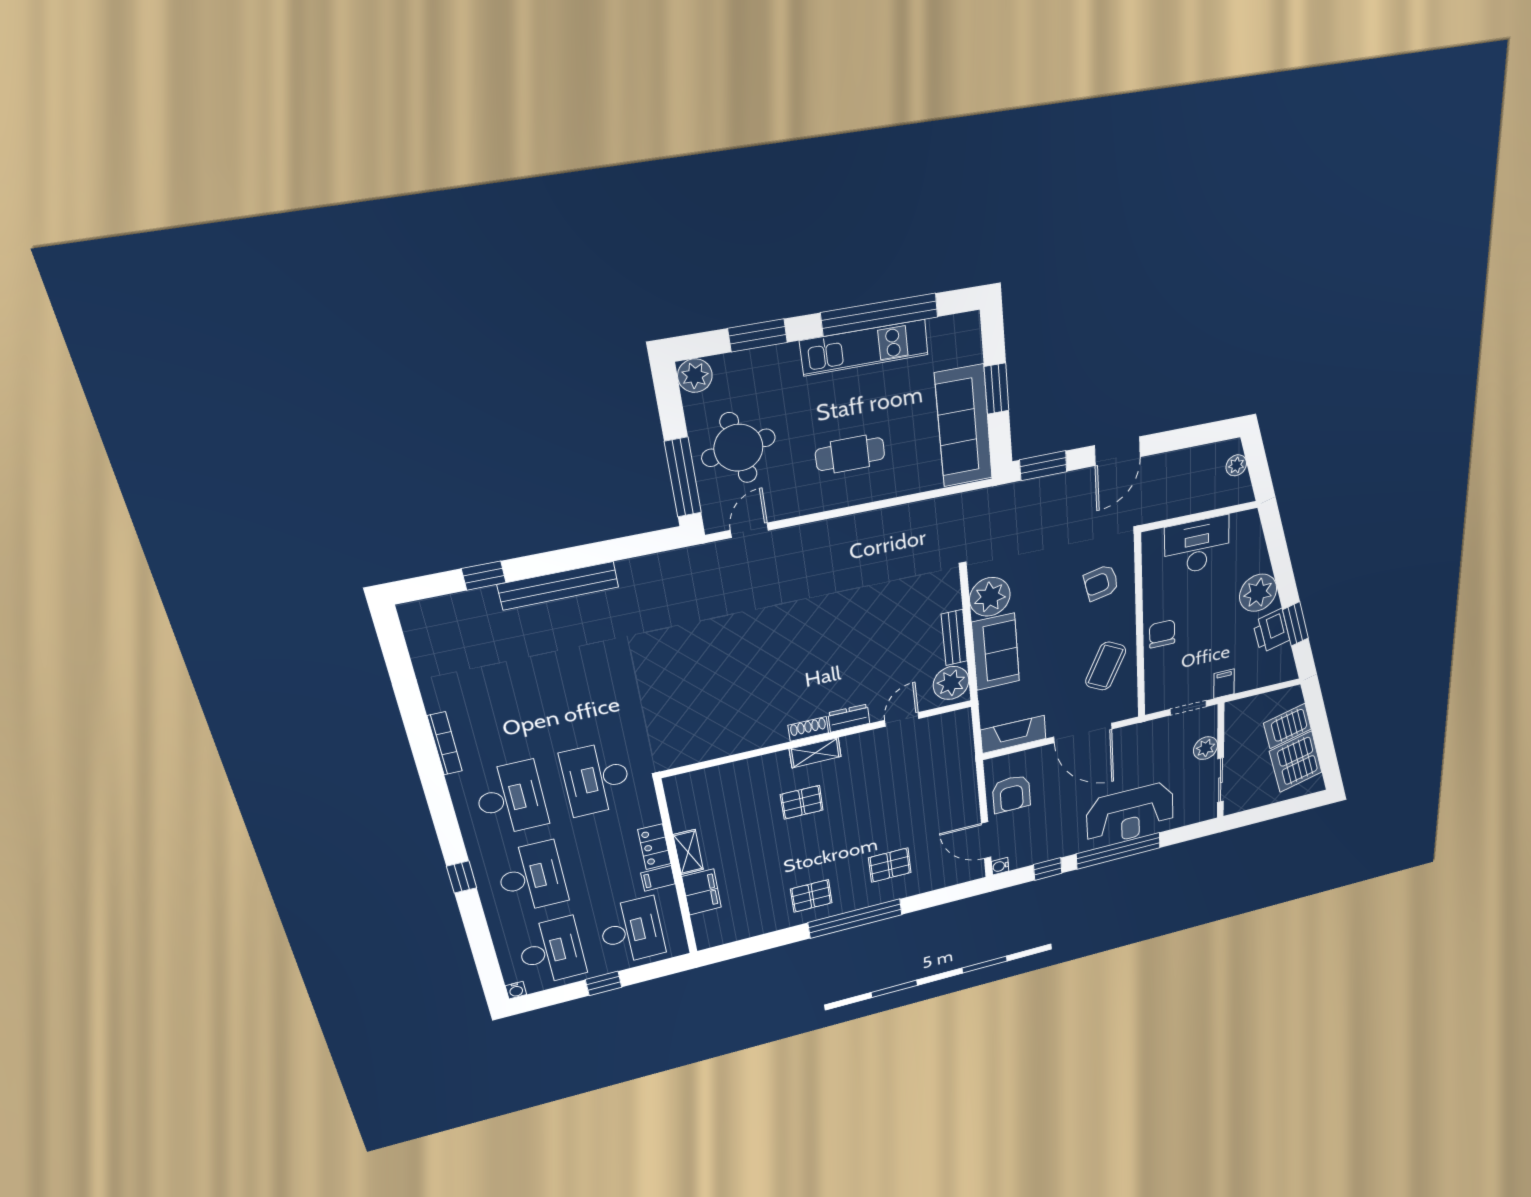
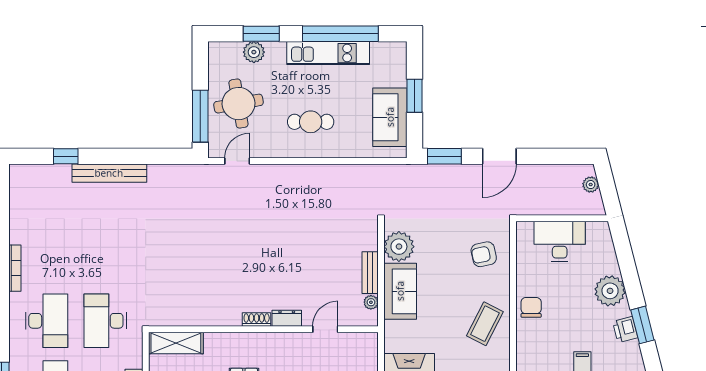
plant: (695, 376) -> (254, 52), moved
sofa: (964, 426) -> (390, 117), width x0.73
printer: (1271, 631) -> (625, 330), width x0.73, depth x0.81
plant: (951, 683) -> (371, 302), width x0.53, depth x0.53
shelving: (815, 753) -> (176, 343), moved, width x1.50, depth x1.33

